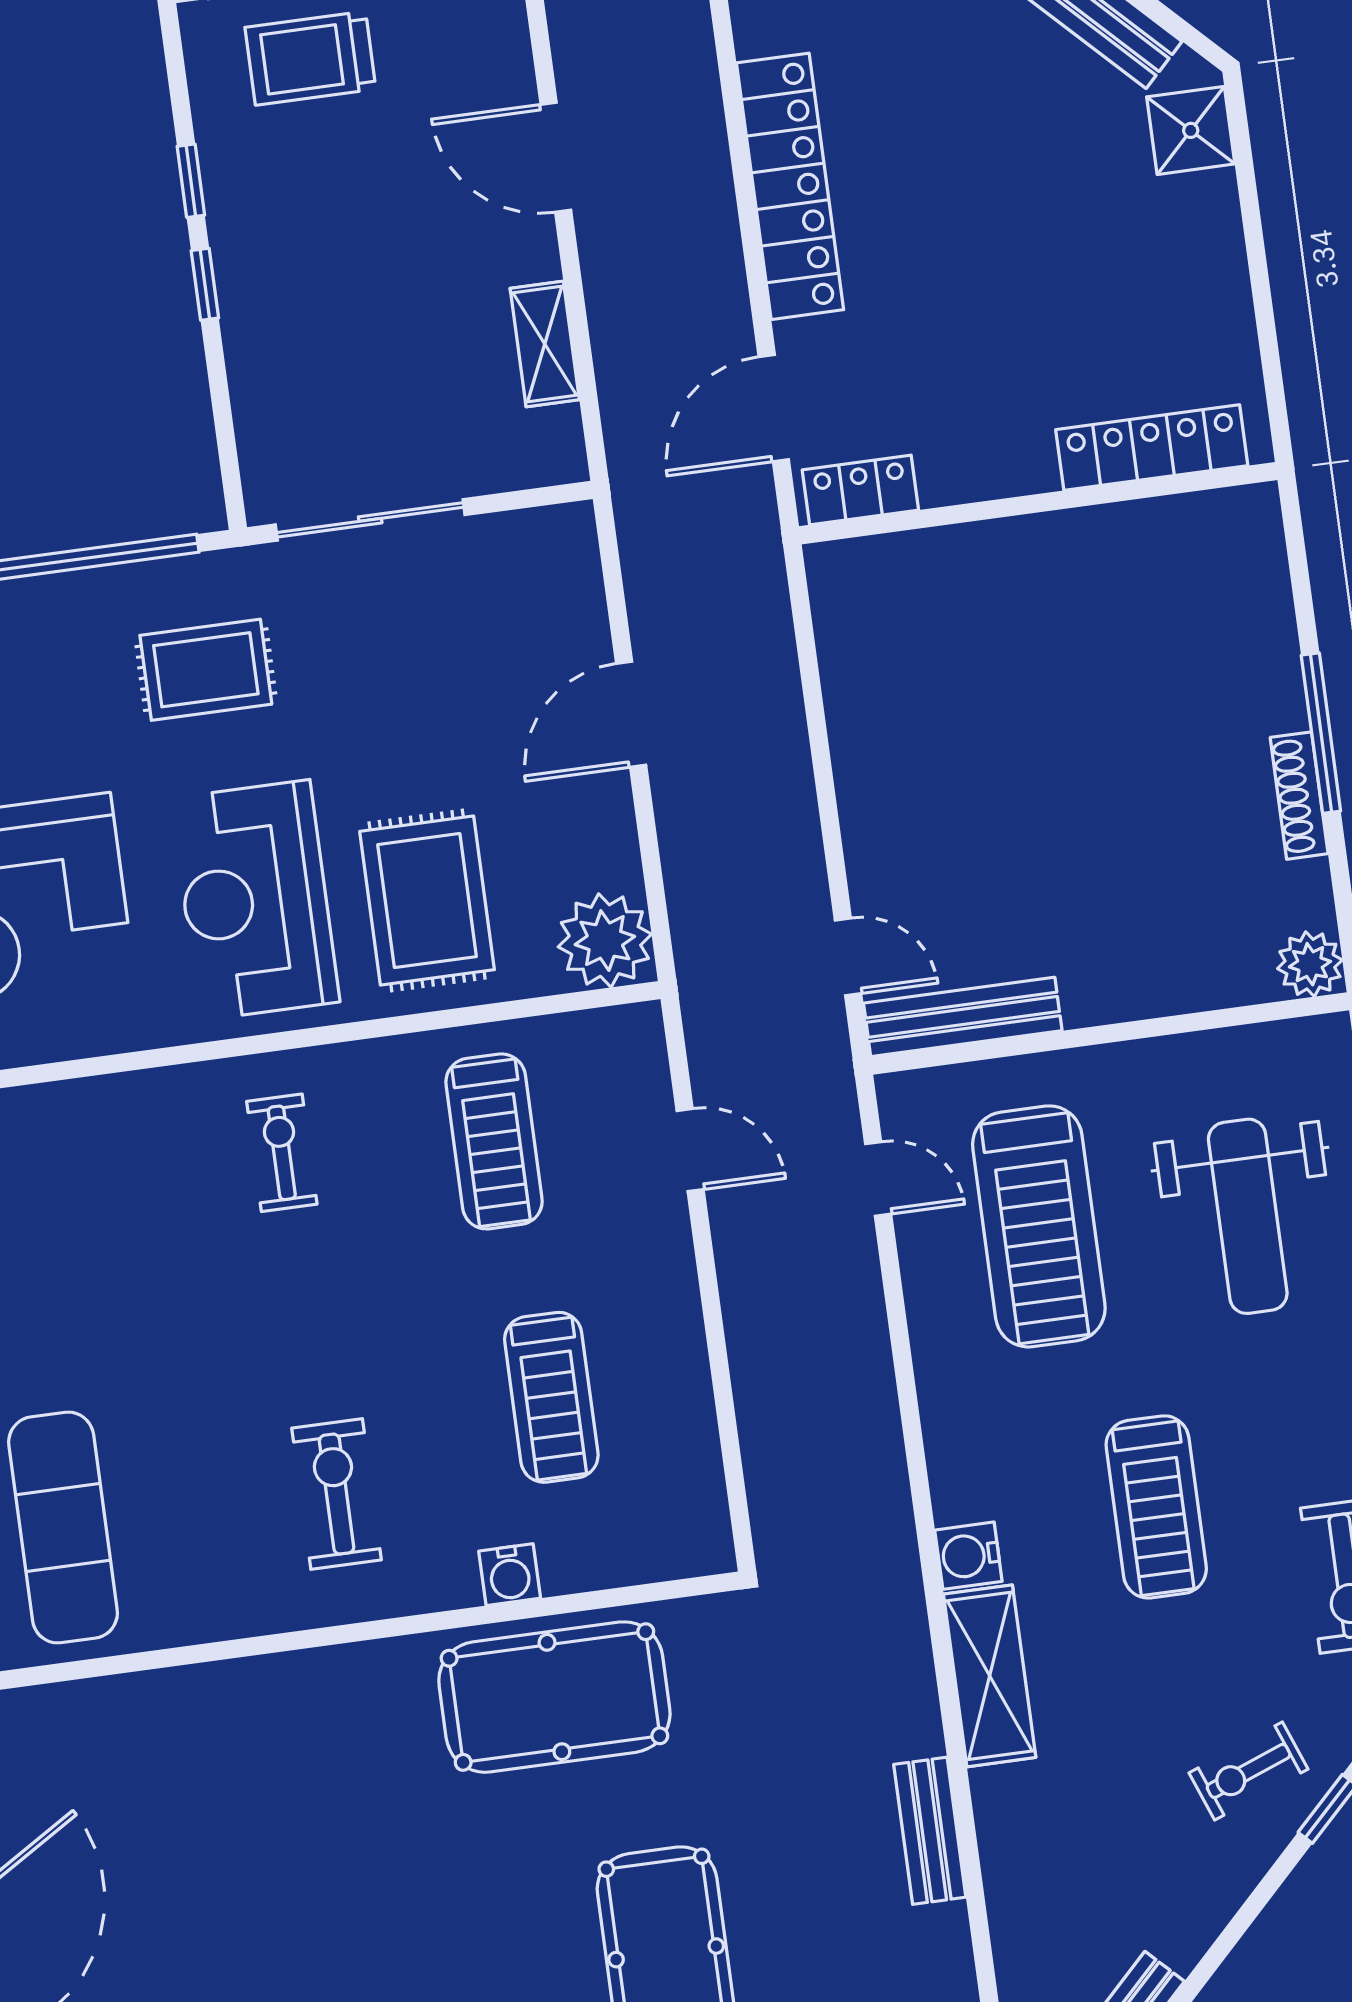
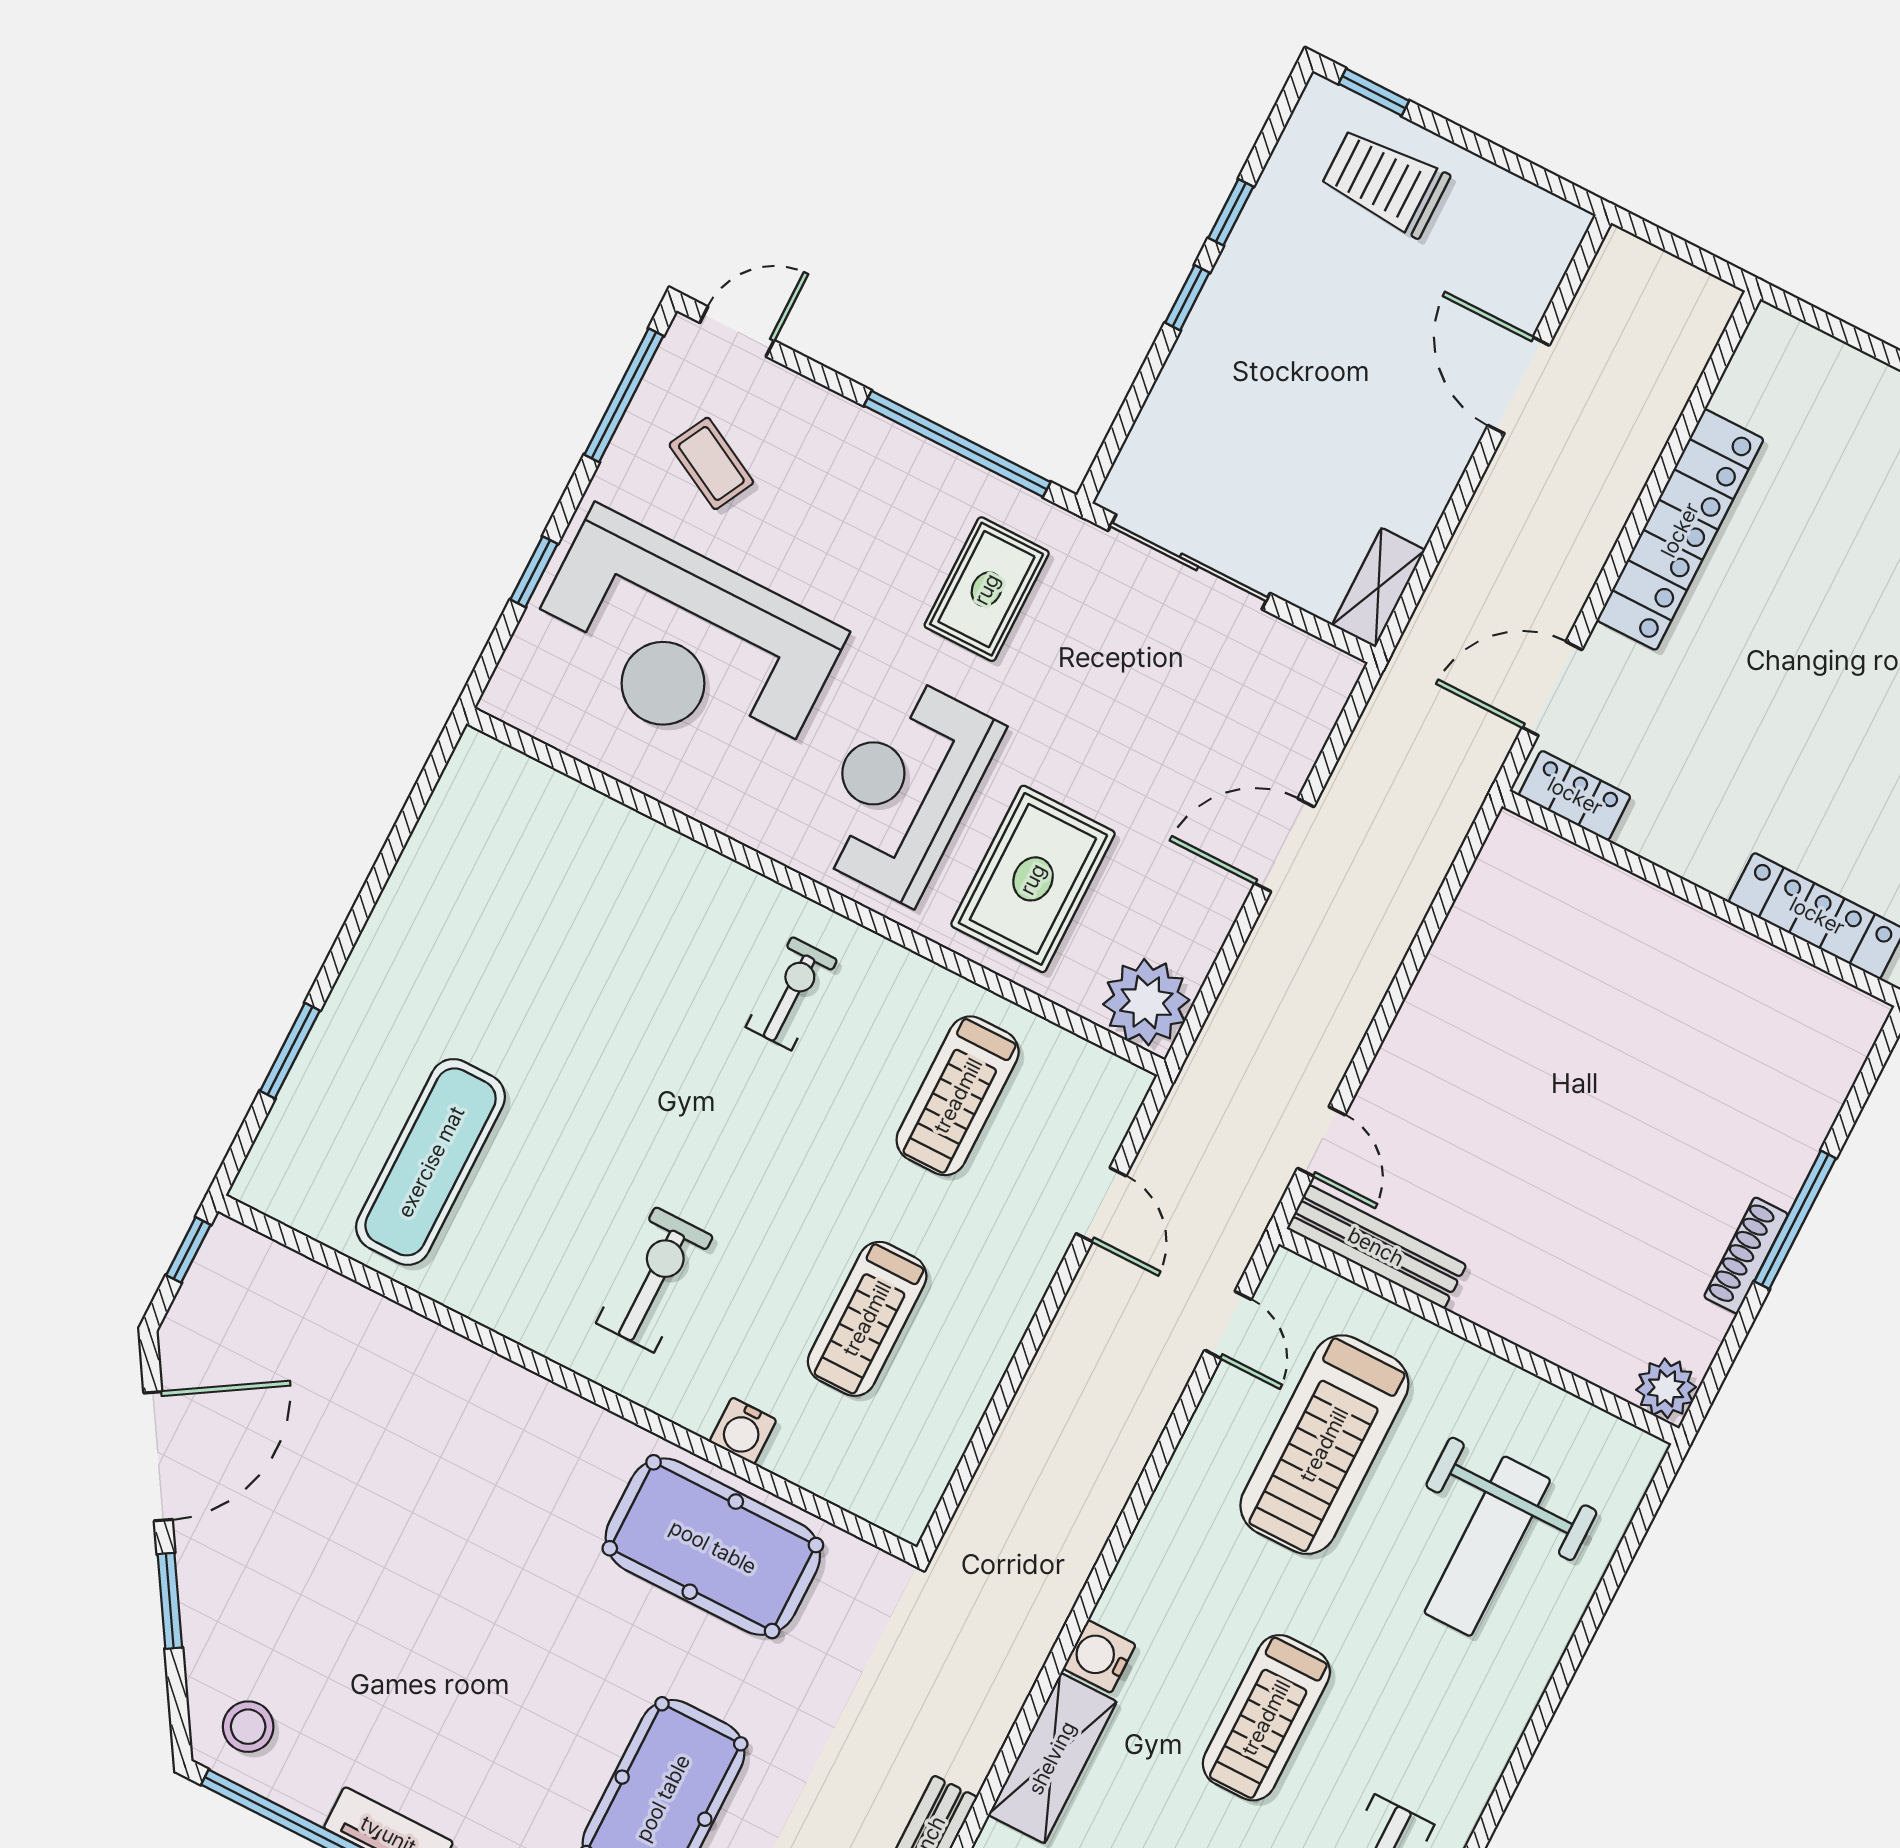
shelving: (545, 344) -> (1378, 587), moved
rug: (206, 670) -> (987, 589), turned 90

